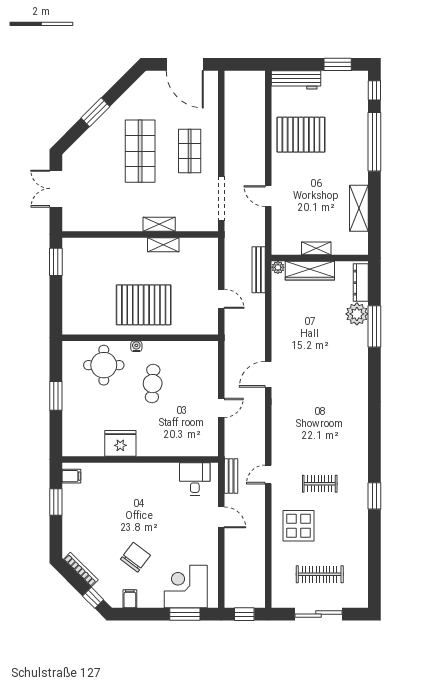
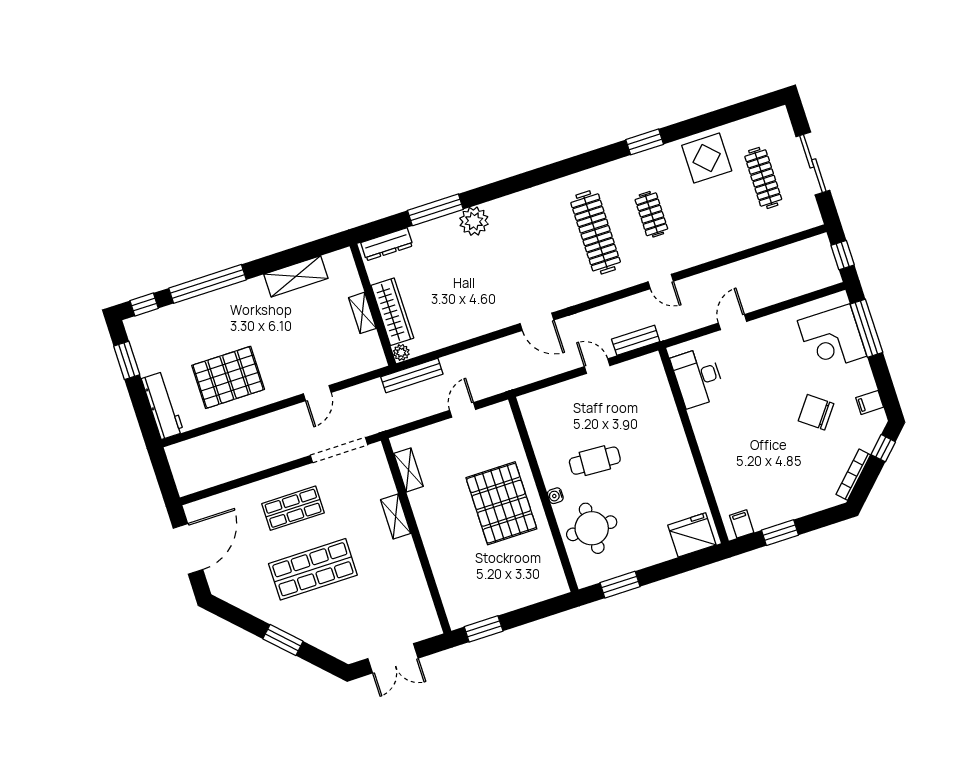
pallet: (301, 135) -> (228, 377), turned 90
shelving: (163, 245) -> (408, 470), moved
plant: (357, 314) -> (474, 221), moved
window: (56, 396) -> (620, 585), moved
clothes rail: (320, 438) -> (596, 232), added
fridge: (120, 443) -> (692, 535), moved, turned 90
bench: (231, 476) -> (636, 340), moved
desk: (195, 479) -> (698, 377), width x1.37
display table: (298, 526) -> (707, 158), moved
window: (185, 614) -> (866, 328), width x1.44

